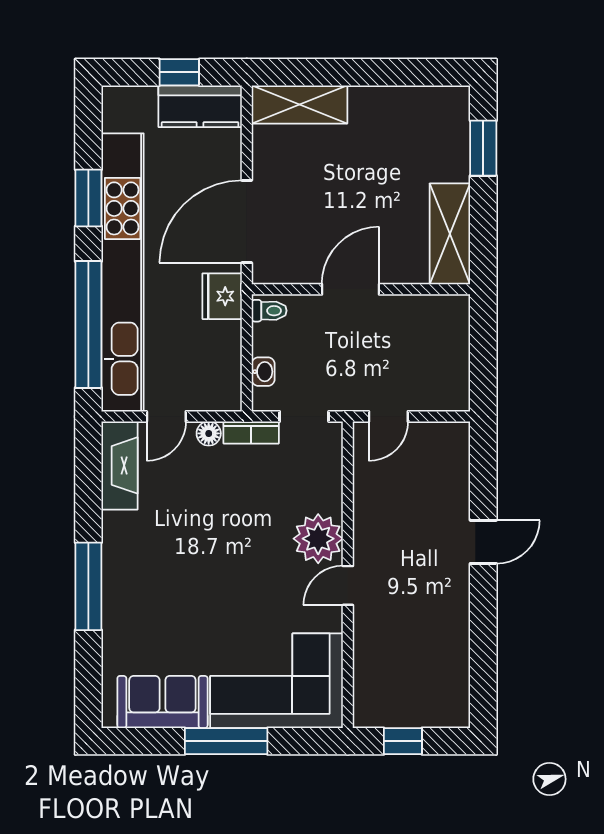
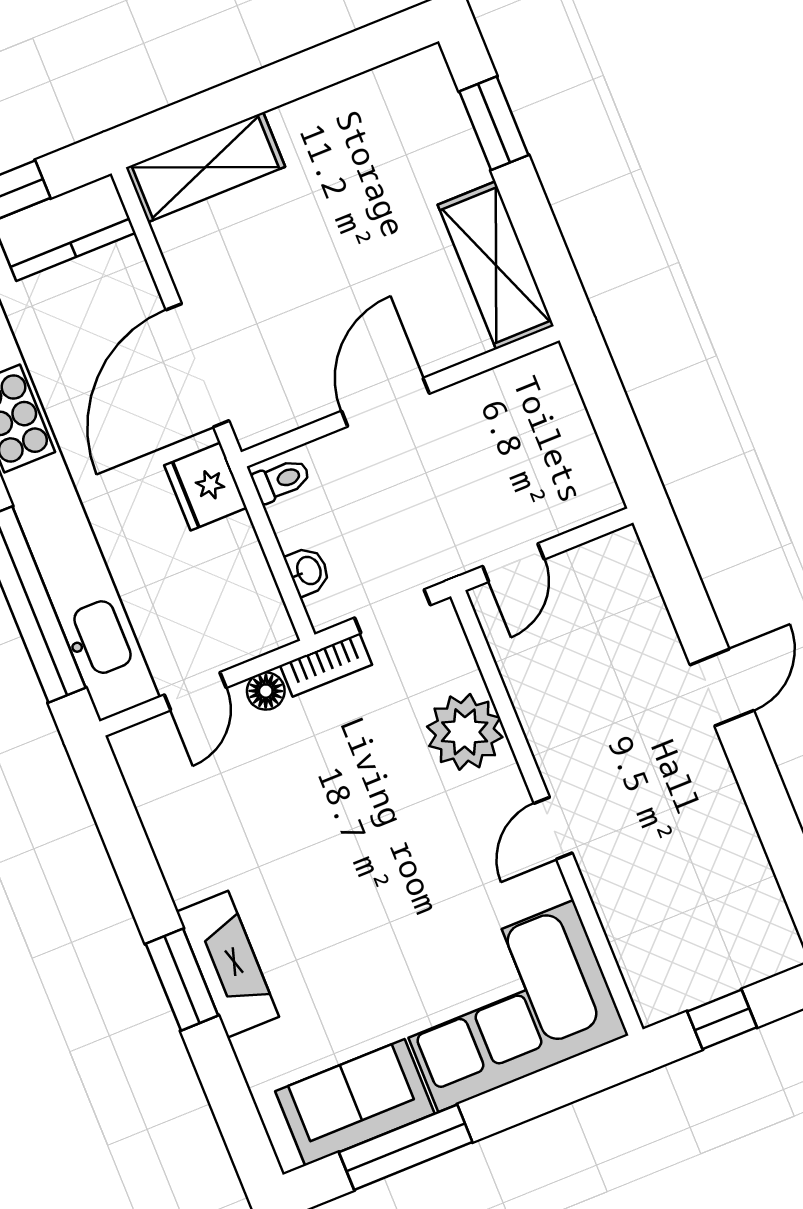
fireplace: (120, 465) -> (228, 964), moved
plant: (318, 539) -> (465, 732), moved
window: (88, 586) -> (182, 980), width x0.69
window: (226, 741) -> (406, 1147), moved

